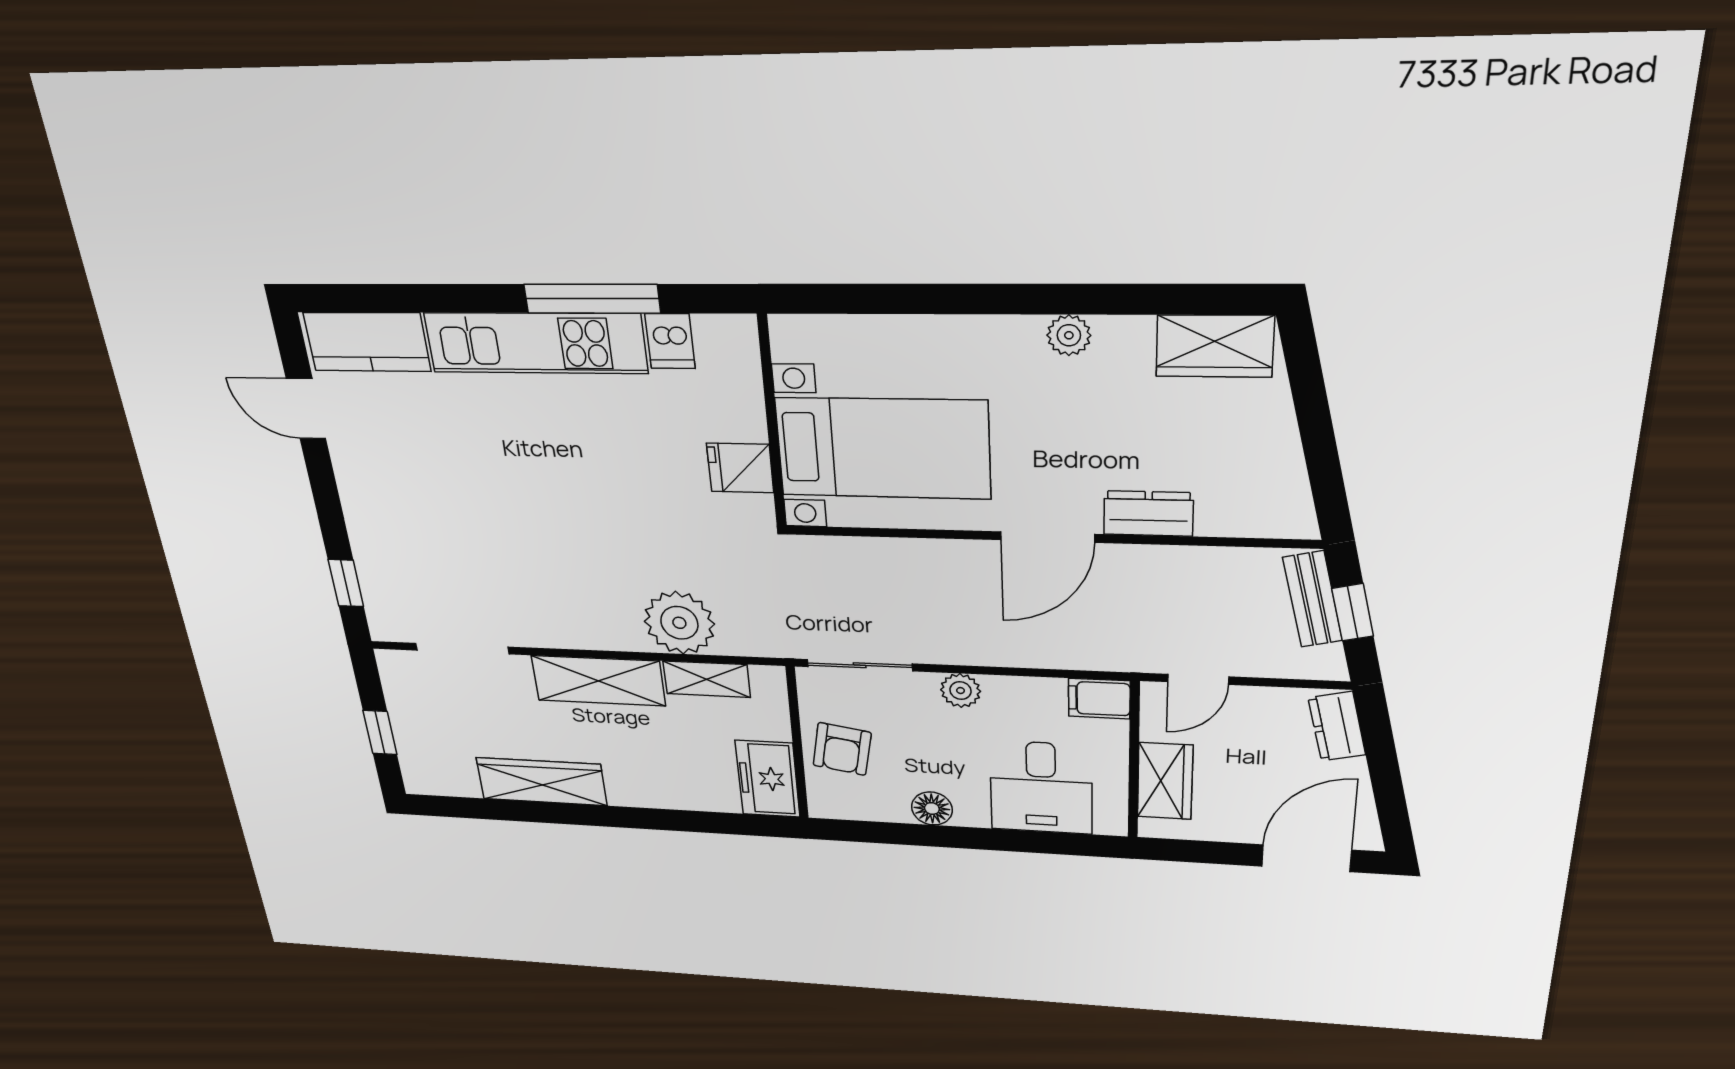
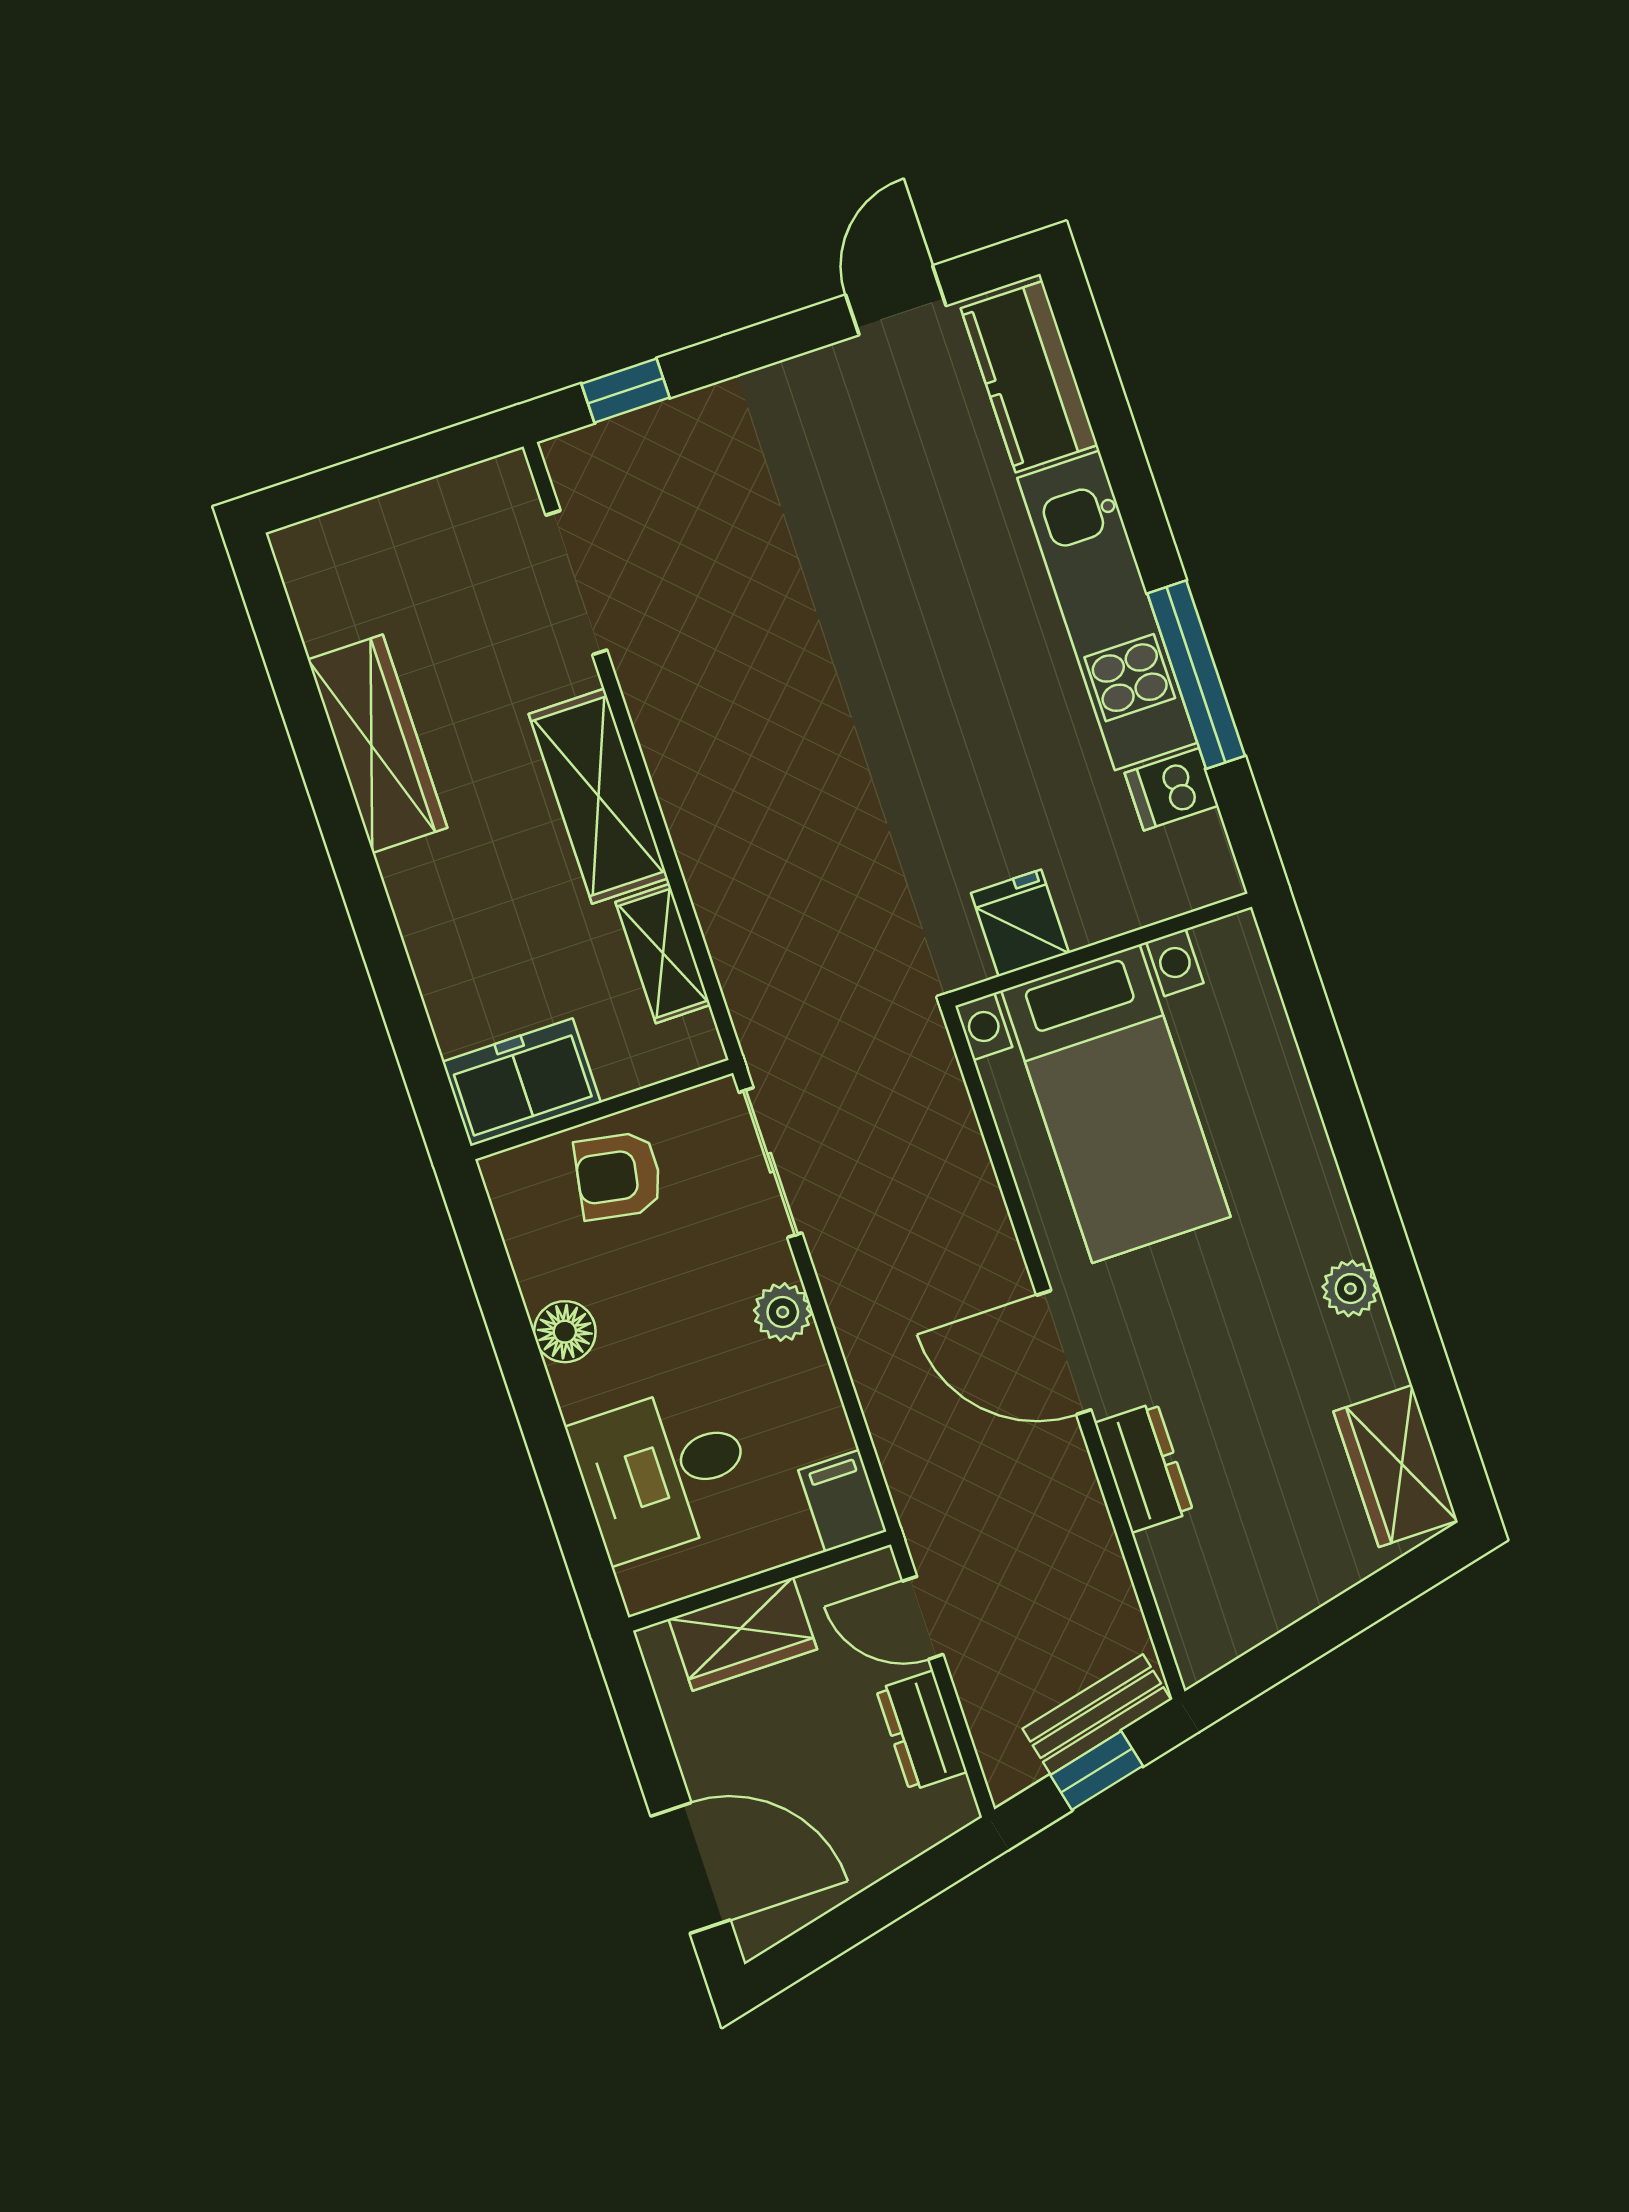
plant: (679, 623) -> (744, 894), removed
dresser: (1337, 726) -> (921, 1731), moved, turned -77
window: (380, 733) -> (370, 476), removed

